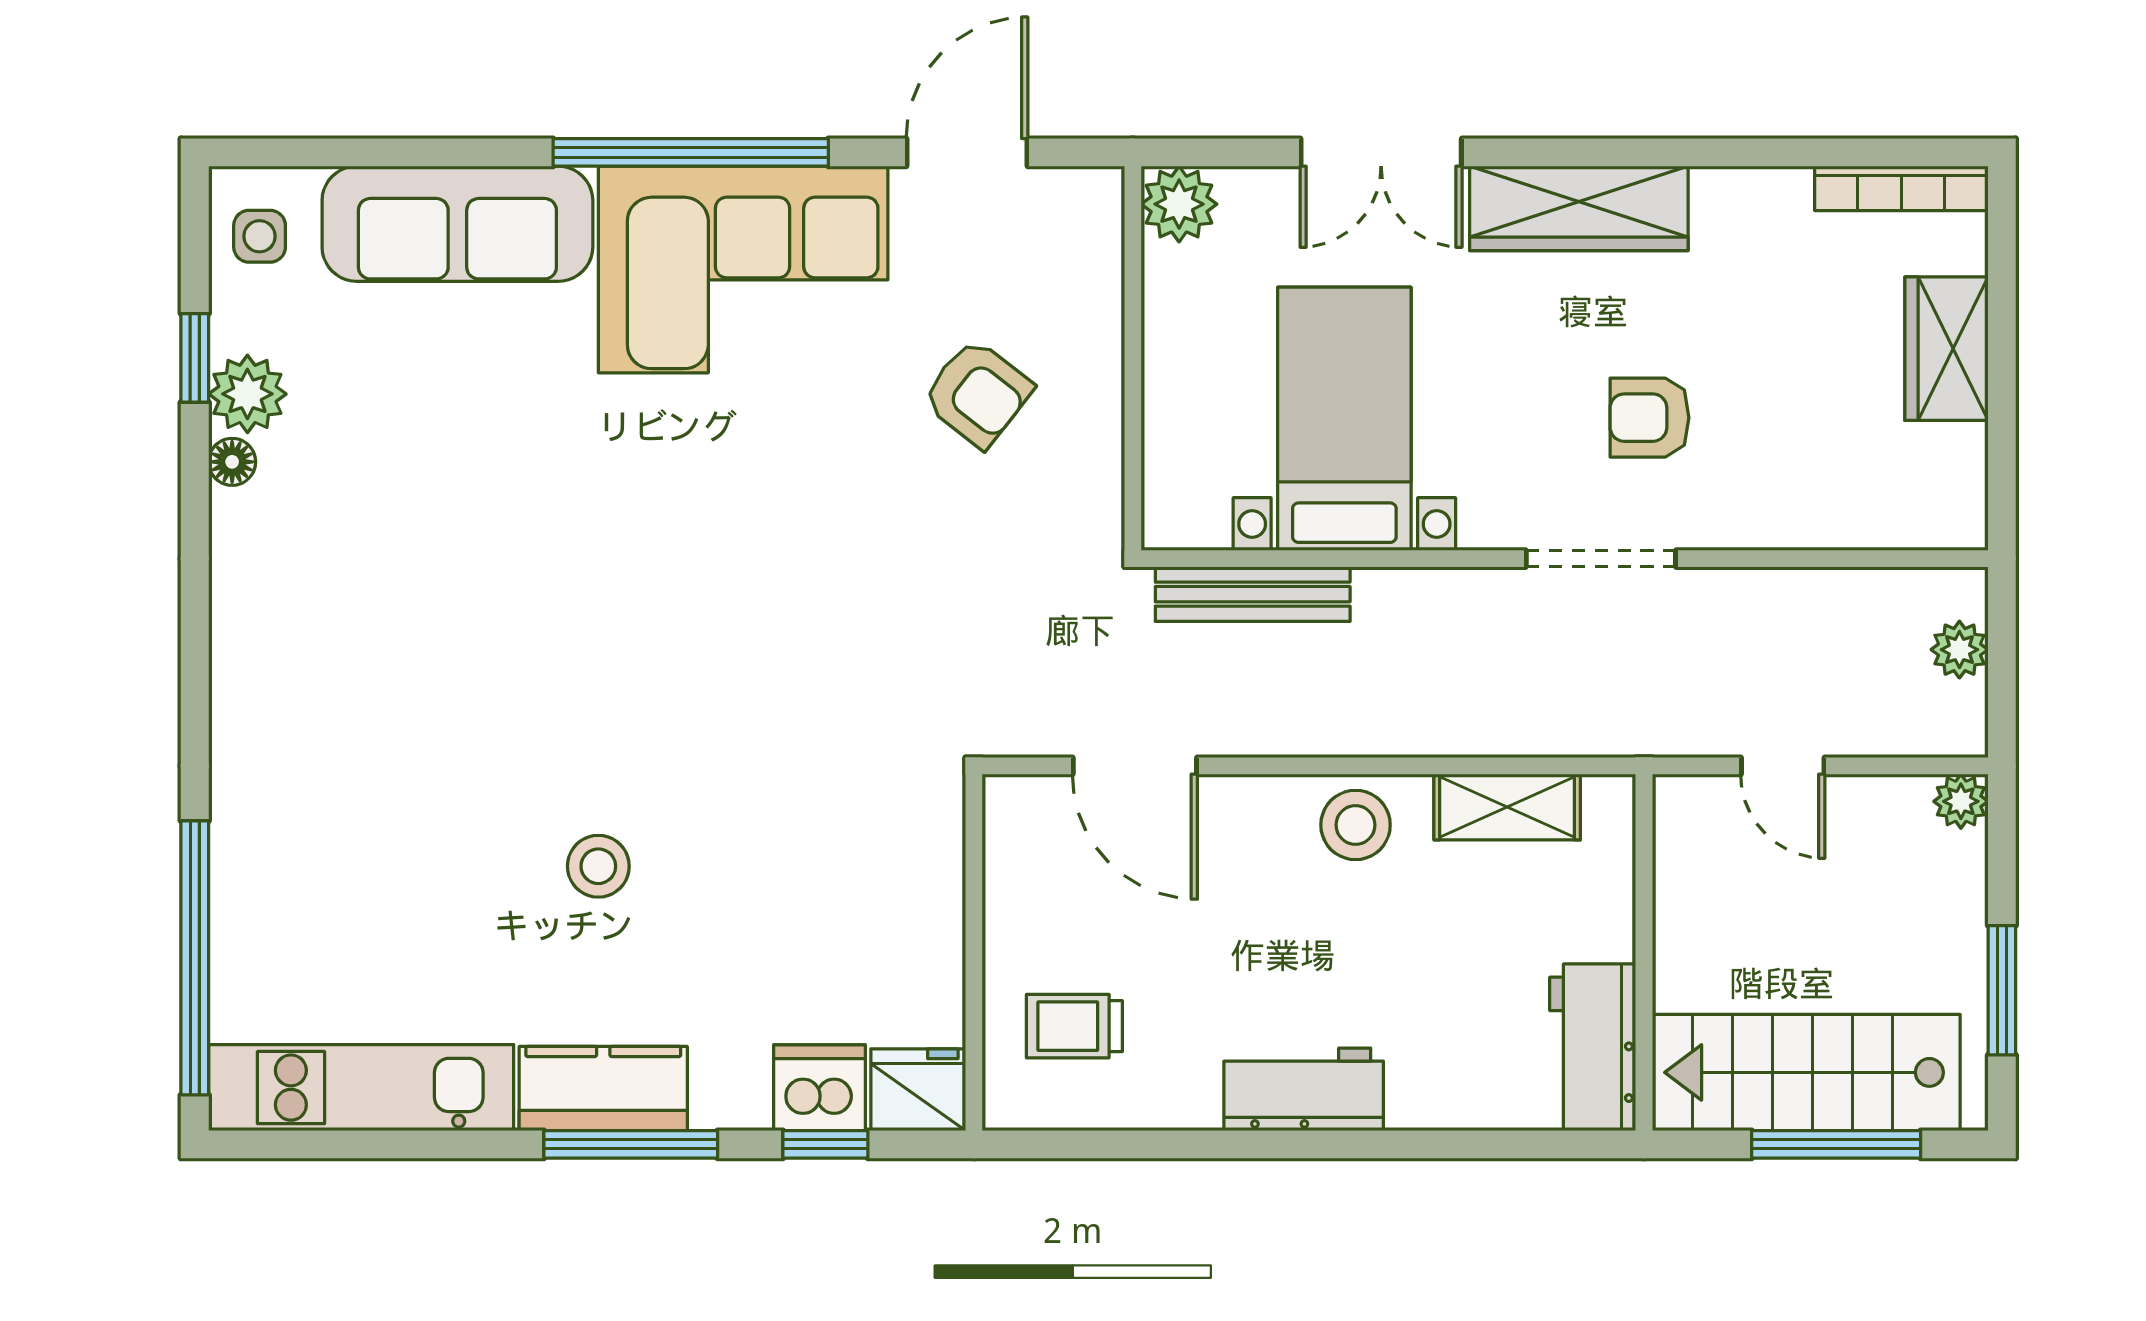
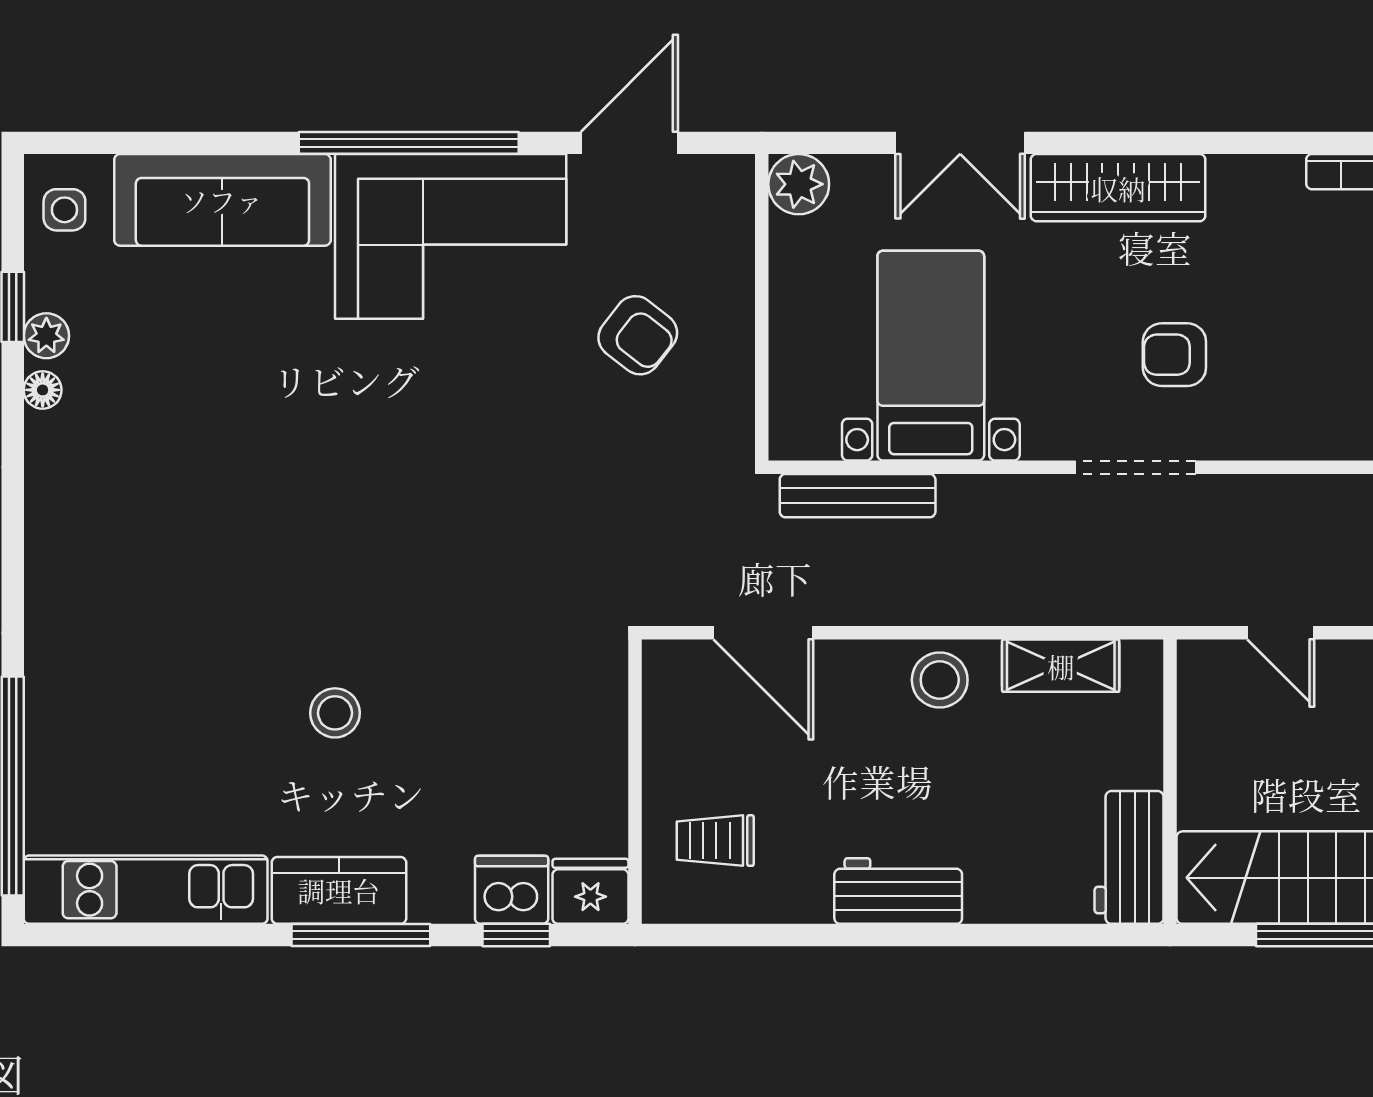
plant: (247, 394) -> (46, 336), width x0.73, depth x0.73

